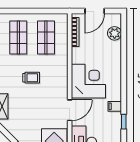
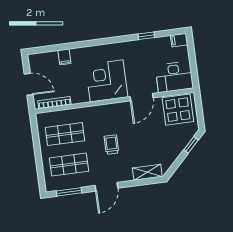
plant: (115, 33) -> (50, 59), removed
filing cabinet: (115, 106) -> (64, 57), moved
door: (70, 110) -> (142, 97), swing flipped

